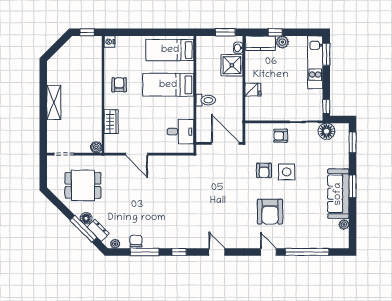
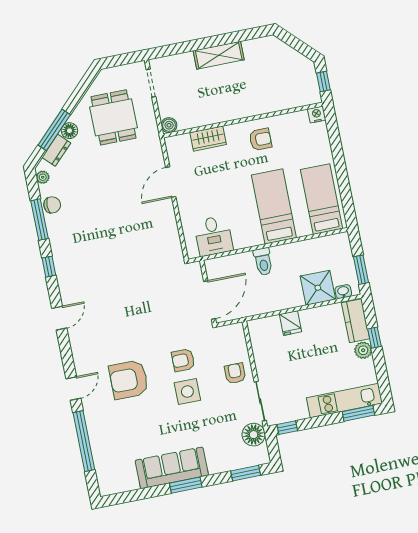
plant: (344, 225) -> (131, 484), removed

